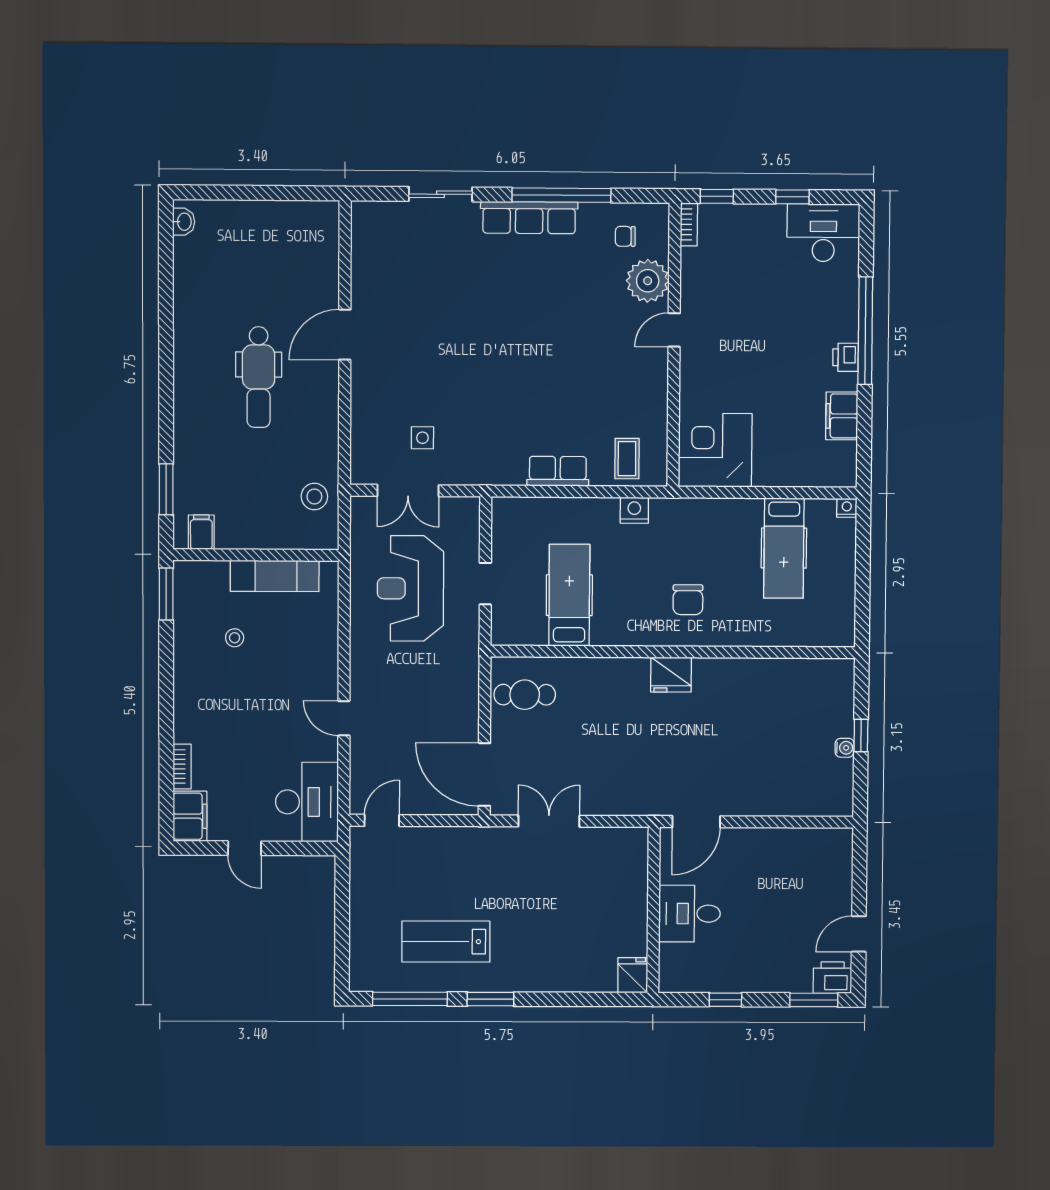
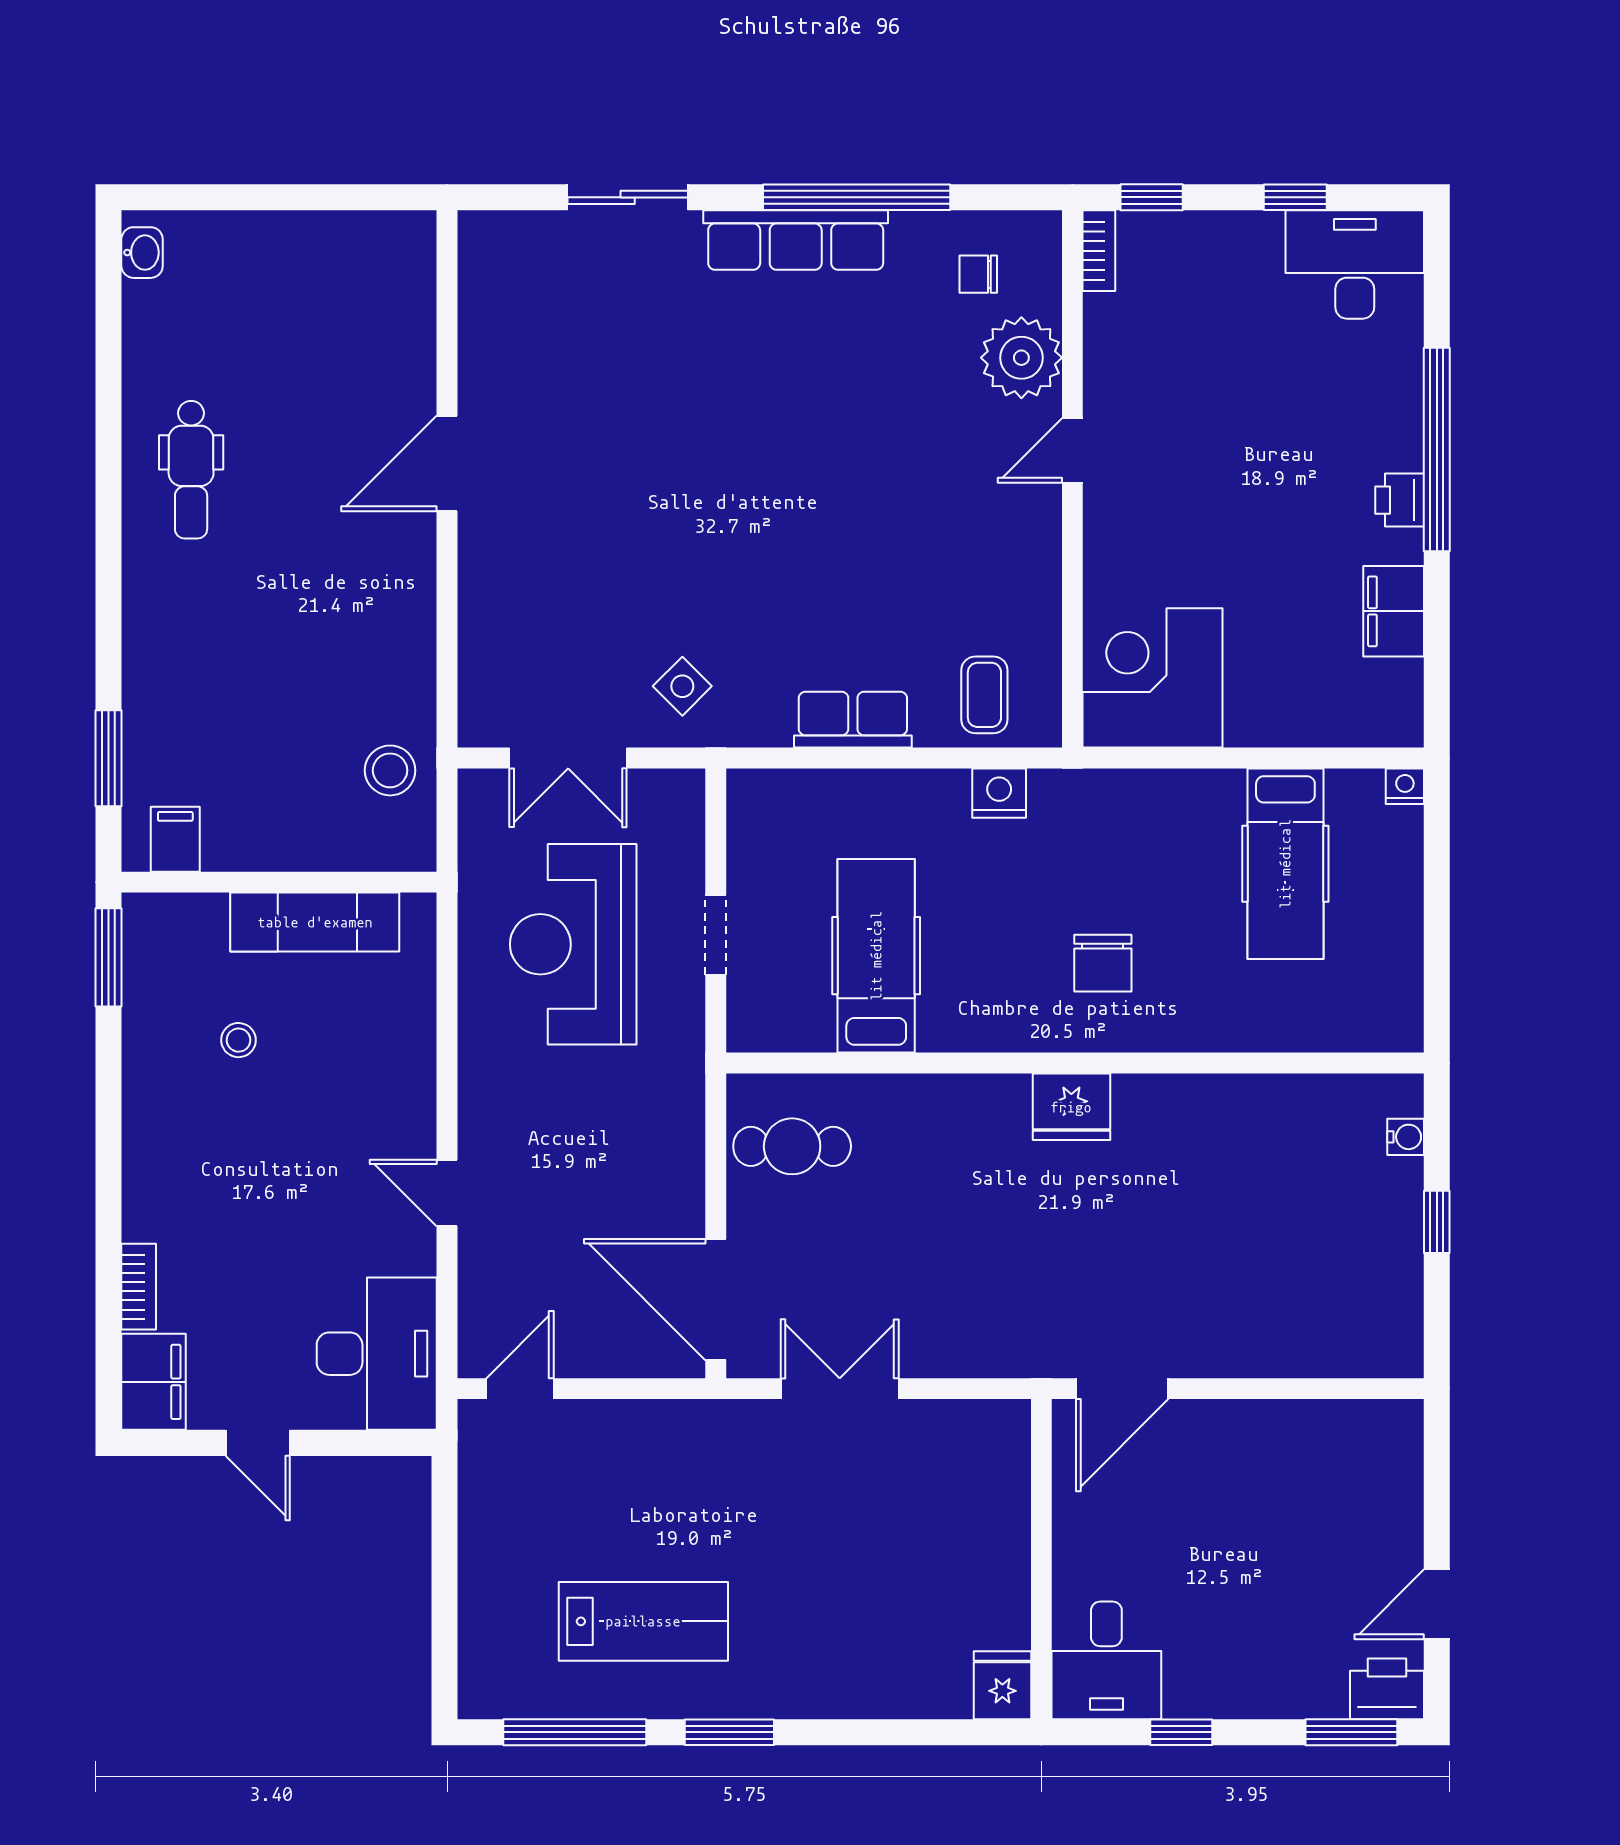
dental chair: (259, 377) -> (191, 470), moved, width x0.73, depth x0.72
side table: (422, 438) -> (682, 686), moved, turned 45
water cooler: (845, 748) -> (1406, 1137), moved
desk: (690, 914) -> (1106, 1660), moved, turned -90
lab bench: (446, 942) -> (643, 1621), turned 180

